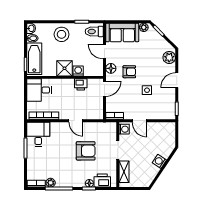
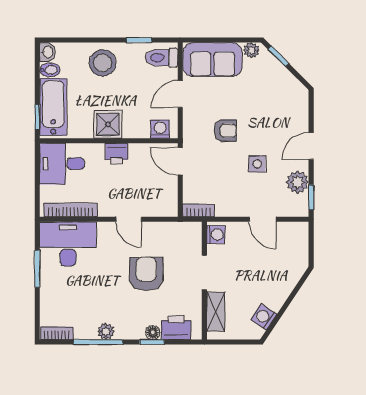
door: (104, 52) -> (180, 94), hinge flipped
plant: (169, 57) -> (297, 182), moved
floor lamp: (111, 68) -> (192, 124), removed
washing machine: (78, 71) -> (160, 129), moved
printer: (81, 84) -> (117, 153), moved
door: (104, 89) -> (180, 161), swing flipped
door: (140, 121) -> (263, 219), moved
desk: (38, 134) -> (68, 244), width x1.37
armchair: (86, 151) -> (146, 274), turned -90
washing machine: (159, 161) -> (264, 317), moved
plant: (51, 183) -> (106, 331), moved

